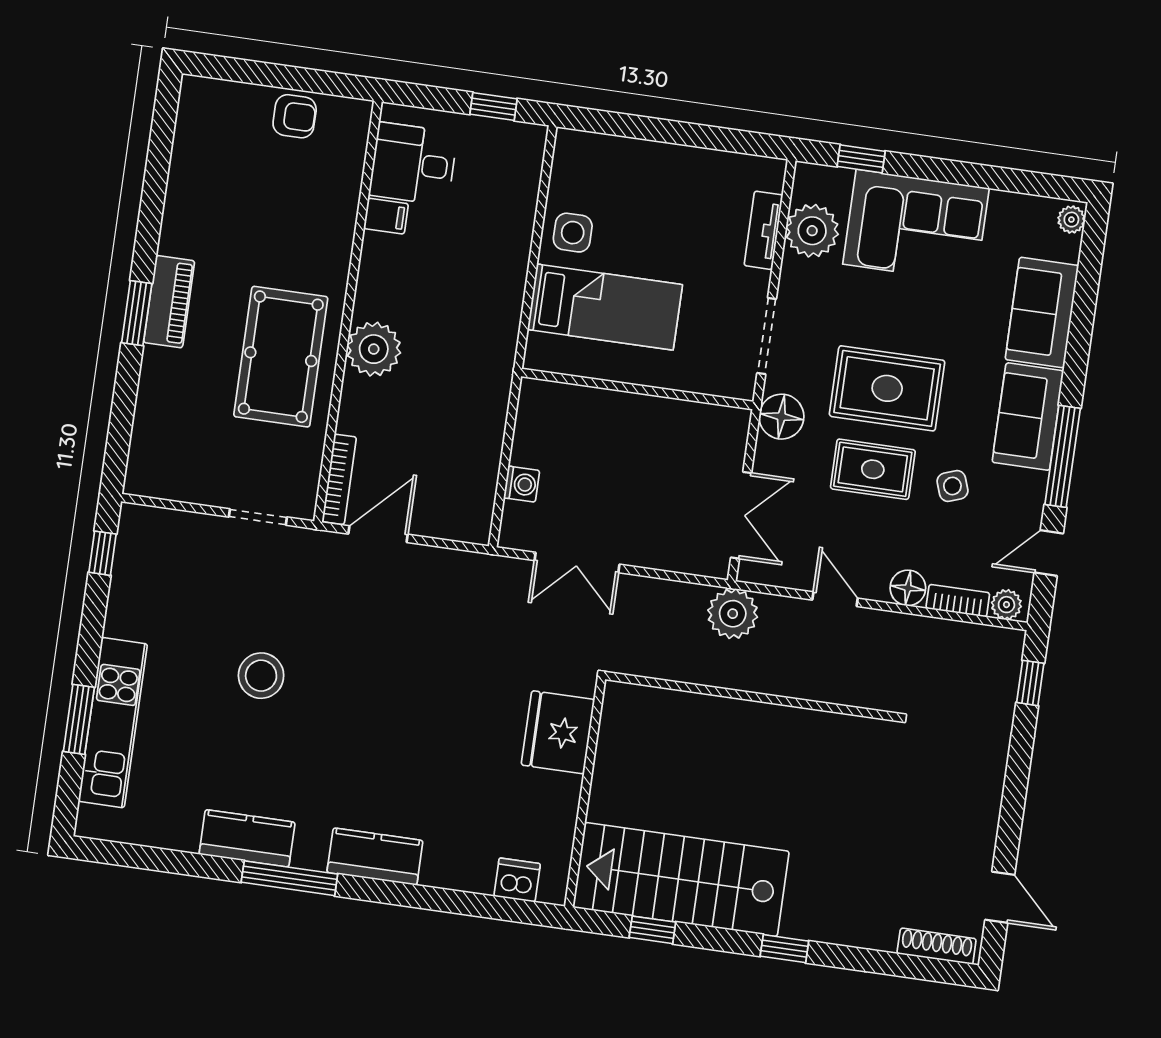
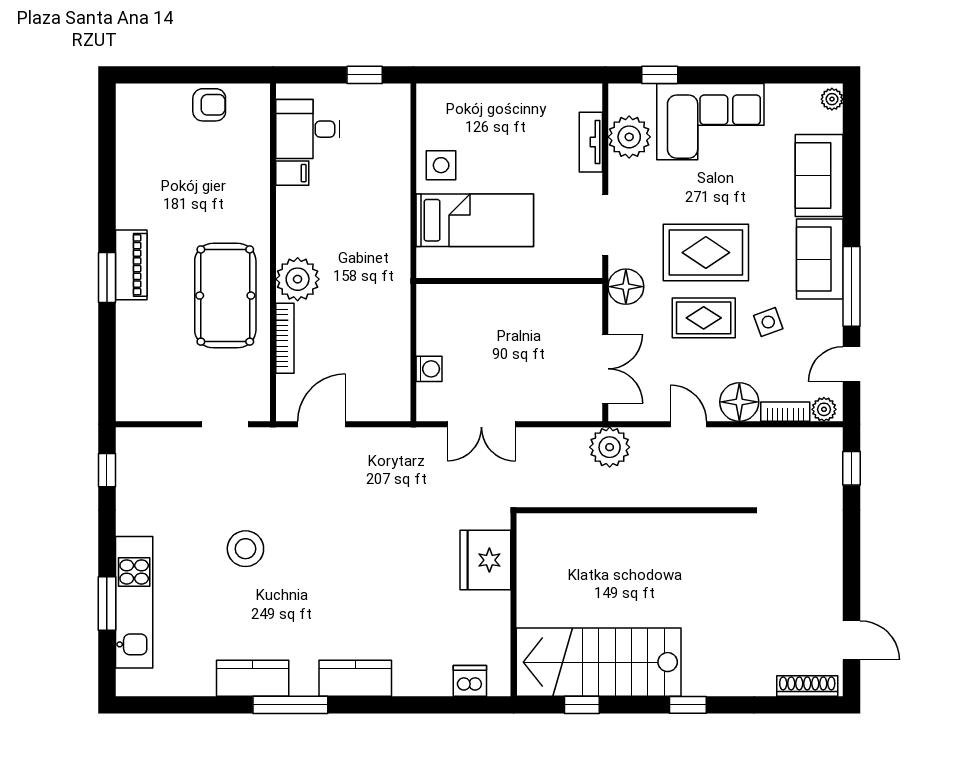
bookcase: (339, 479) -> (285, 338), moved
floor lamp: (908, 588) -> (739, 402), width x1.38, depth x1.38

